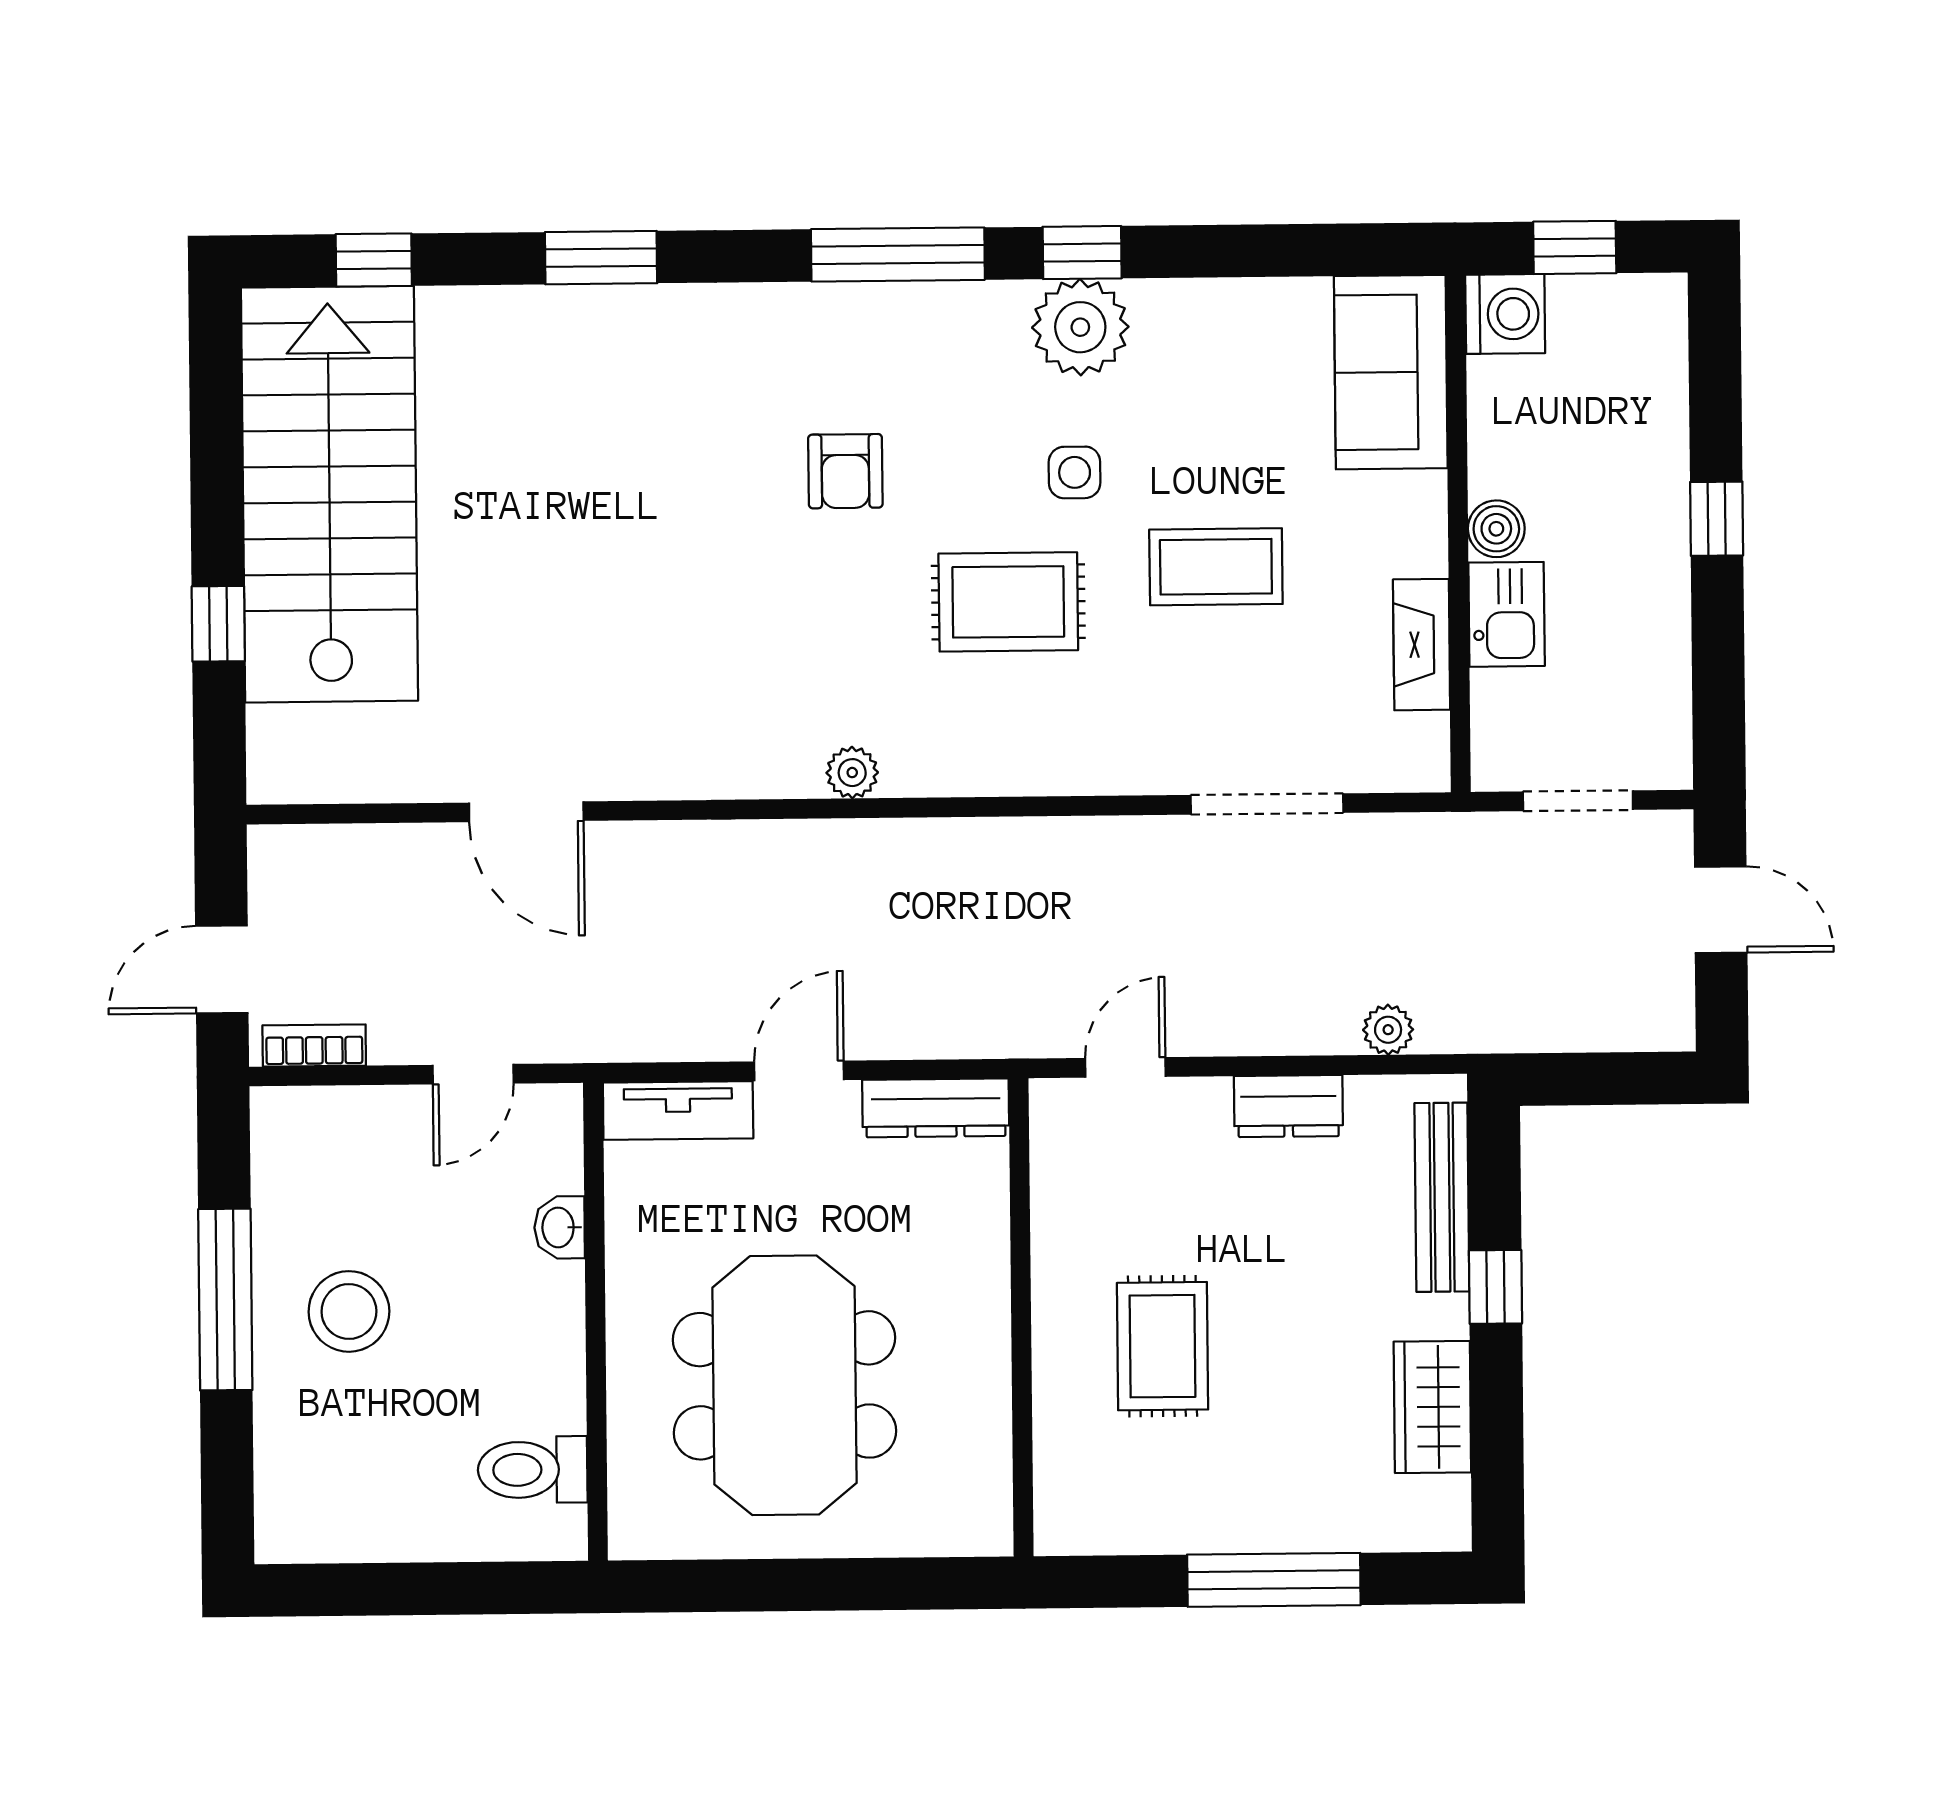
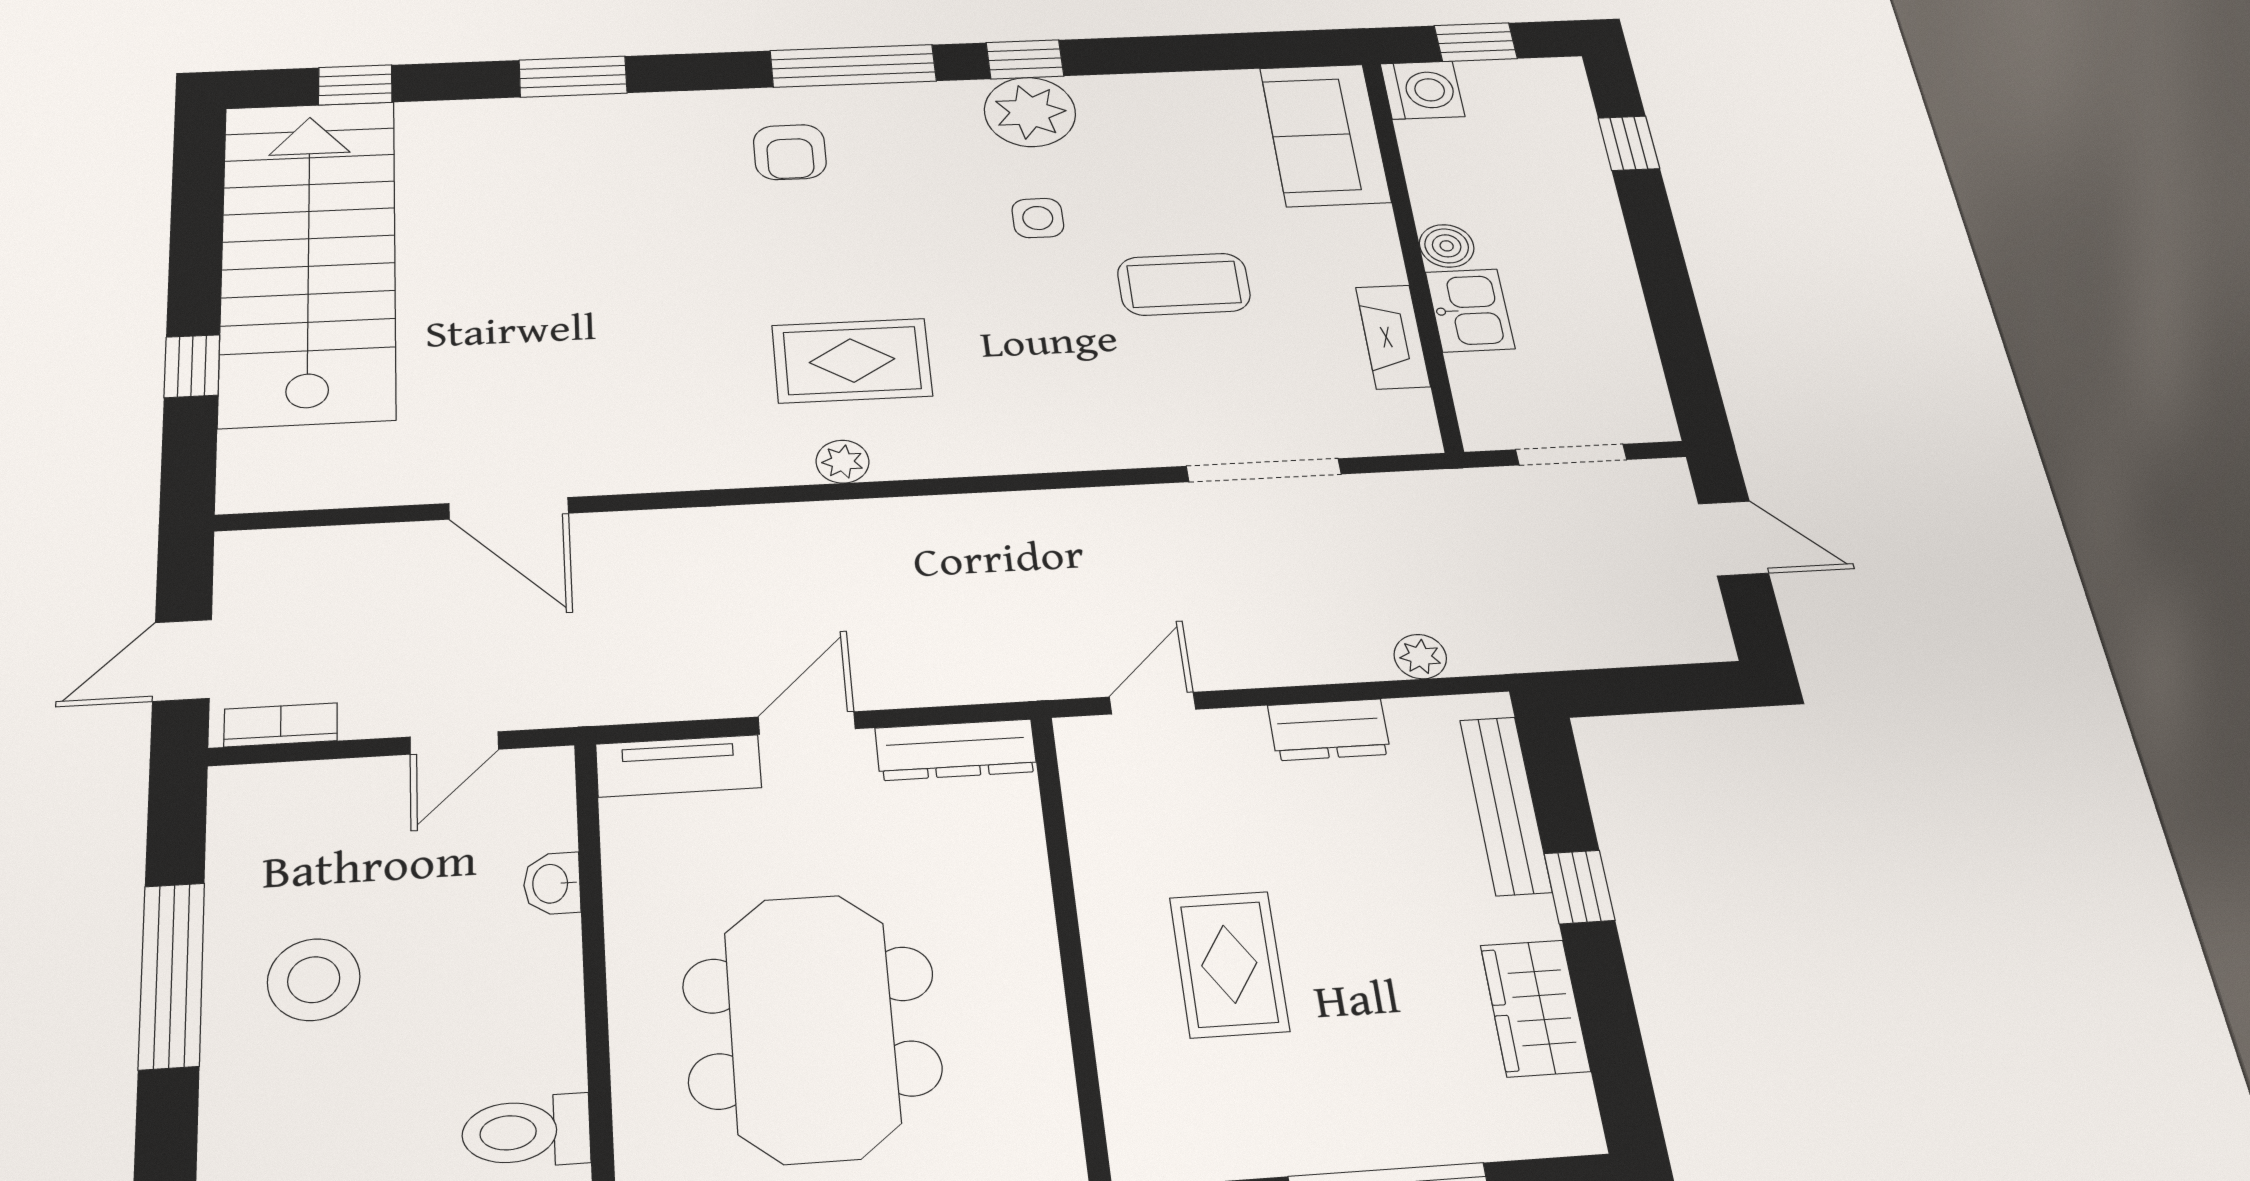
armchair: (845, 471) -> (790, 152), moved
window: (1717, 519) -> (1629, 143), moved
rug: (1008, 602) -> (852, 361), moved

